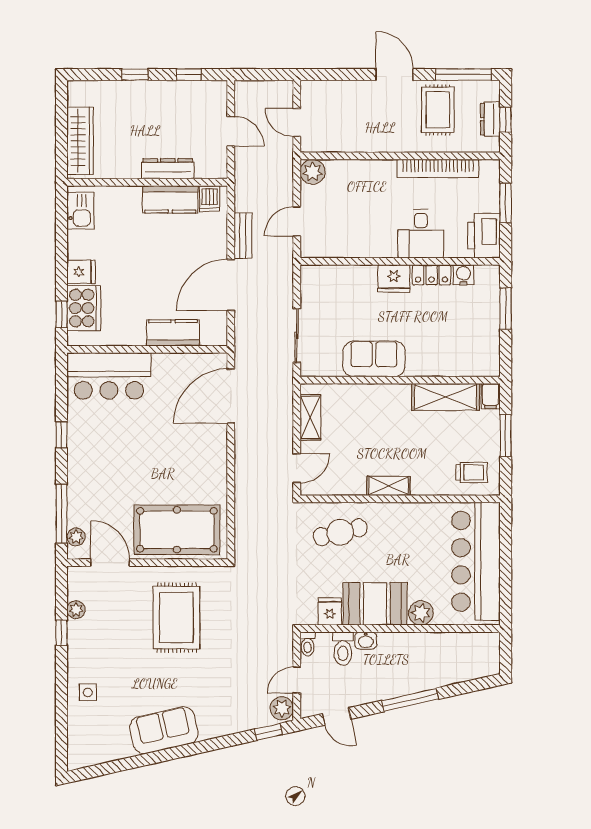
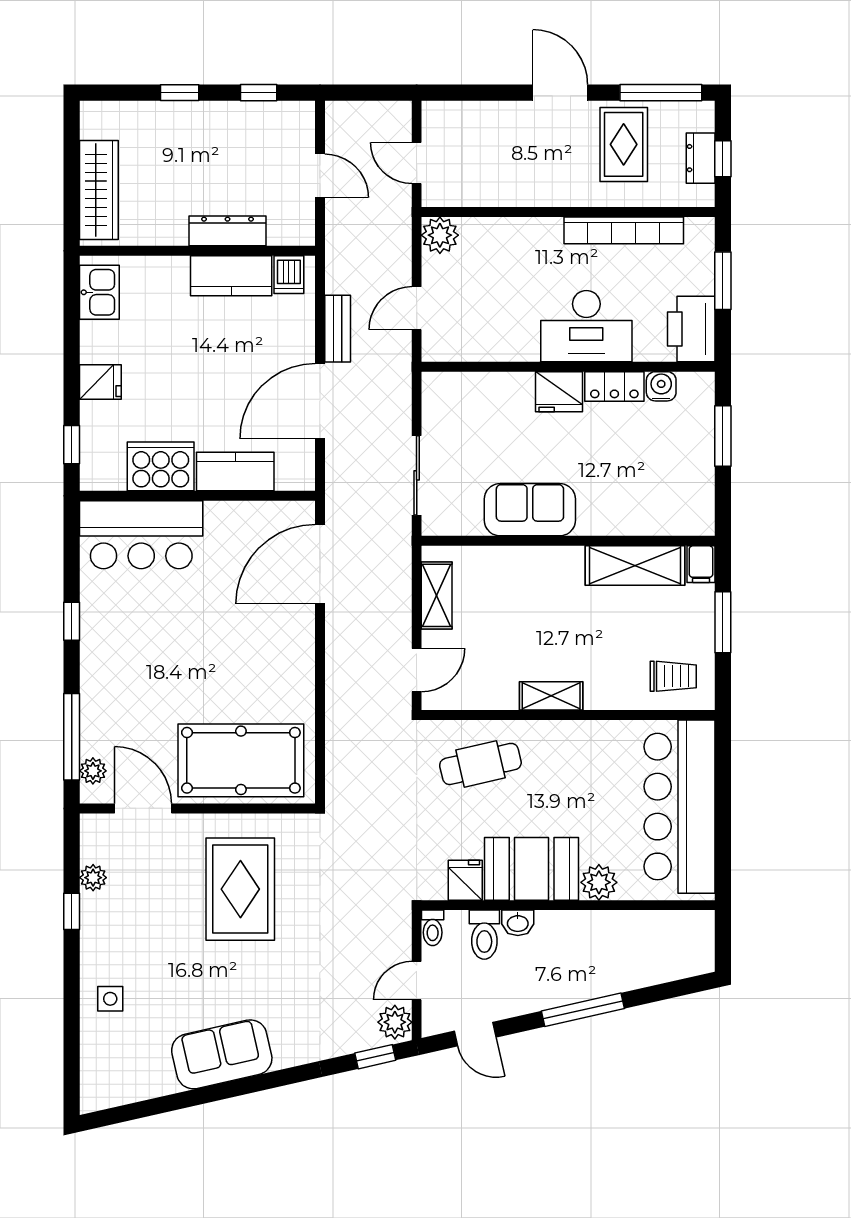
desk: (421, 234) -> (586, 326), width x1.37
cooker: (84, 308) -> (161, 466), moved, turned -90

